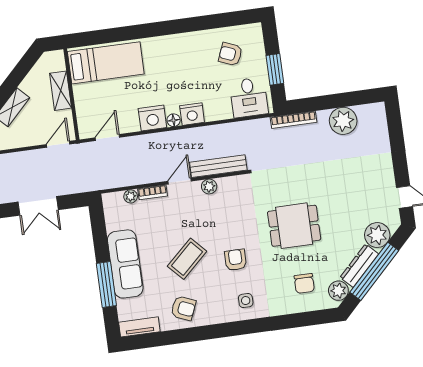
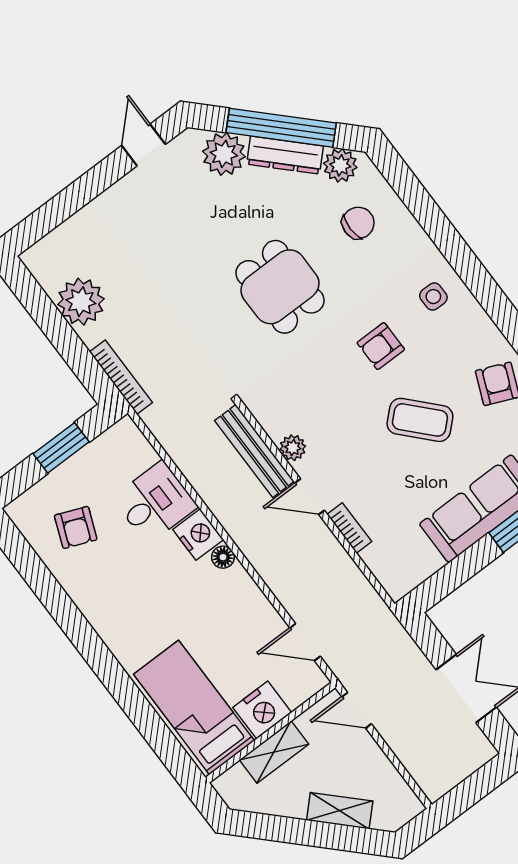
desk: (249, 97) -> (155, 502), moved
nightstand: (152, 118) -> (262, 710), moved, turned 90
plant: (131, 196) -> (374, 557), removed

